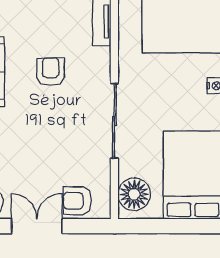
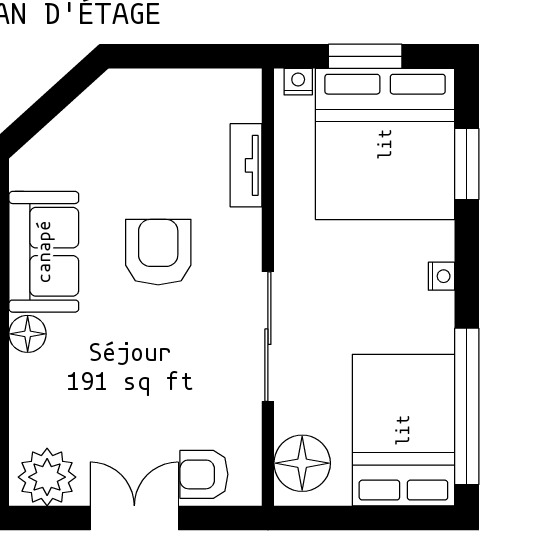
armchair: (51, 72) -> (158, 252), width x1.38, depth x1.38

